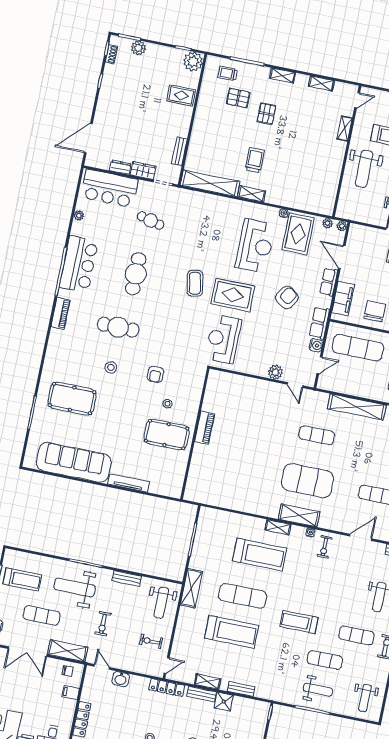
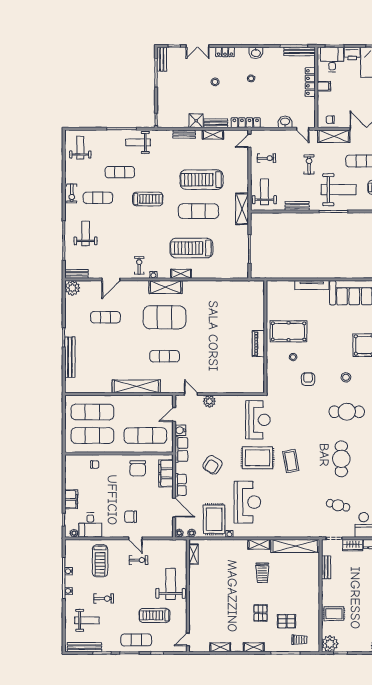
shelving: (345, 129) -> (194, 554), moved
reception desk: (255, 246) -> (247, 502), turned 180
weight bench: (318, 690) -> (138, 142), moved
filing cabinet: (71, 693) -> (324, 86), moved

